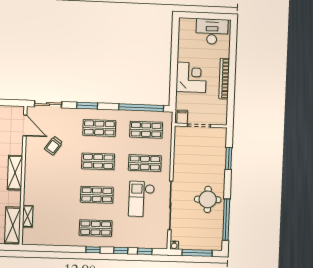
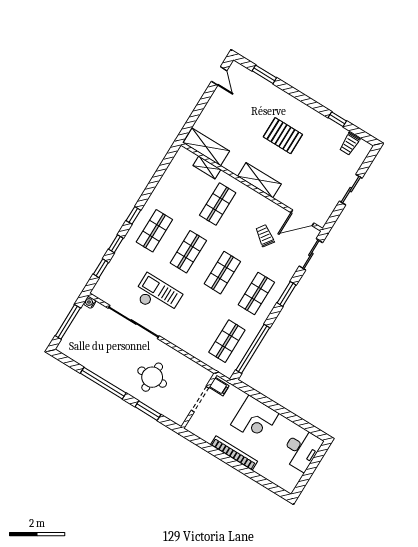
desk: (212, 32) -> (302, 449), moved
shop shelf: (145, 163) -> (218, 204), moved
round table: (208, 199) -> (152, 377), moved
window: (226, 220) -> (103, 383), moved

